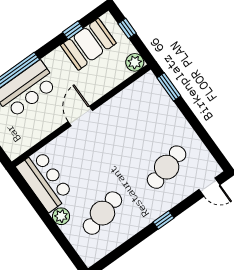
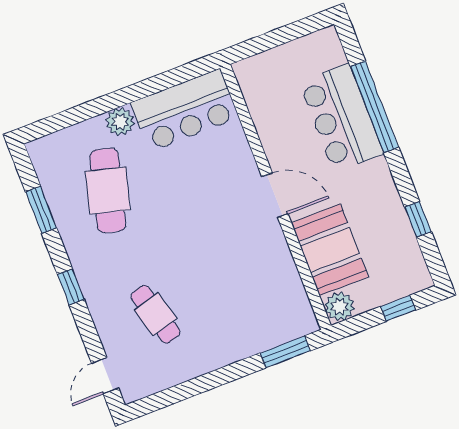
booth: (88, 44) -> (330, 250), moved
cafe table: (167, 167) -> (156, 314), width x0.73, depth x0.74
cafe table: (102, 213) -> (108, 191), turned 30
window: (124, 249) -> (41, 210), added

